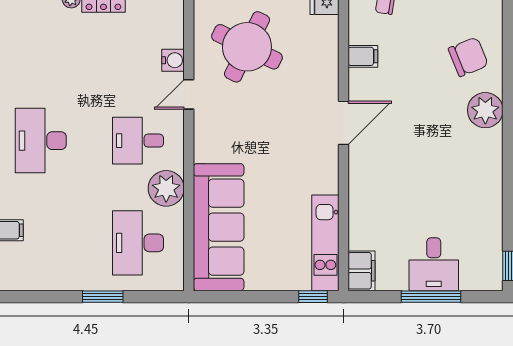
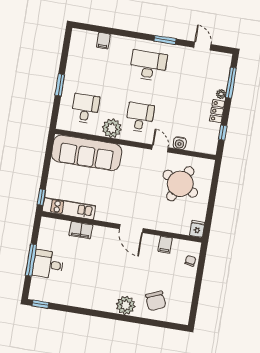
desk: (138, 243) -> (85, 108), width x0.73
filing cabinet: (361, 271) -> (81, 230), moved

